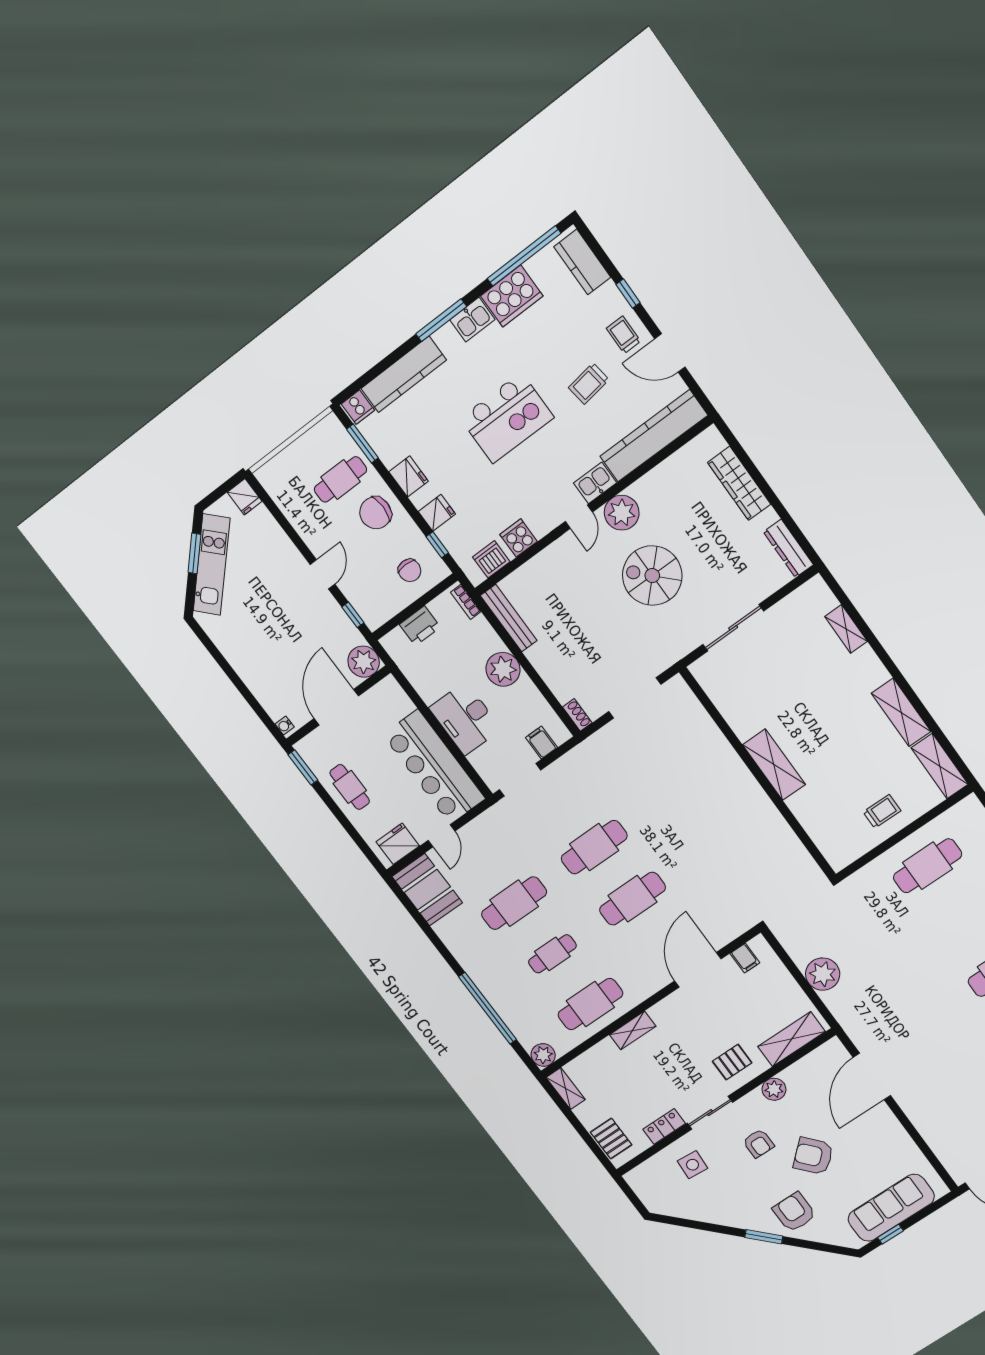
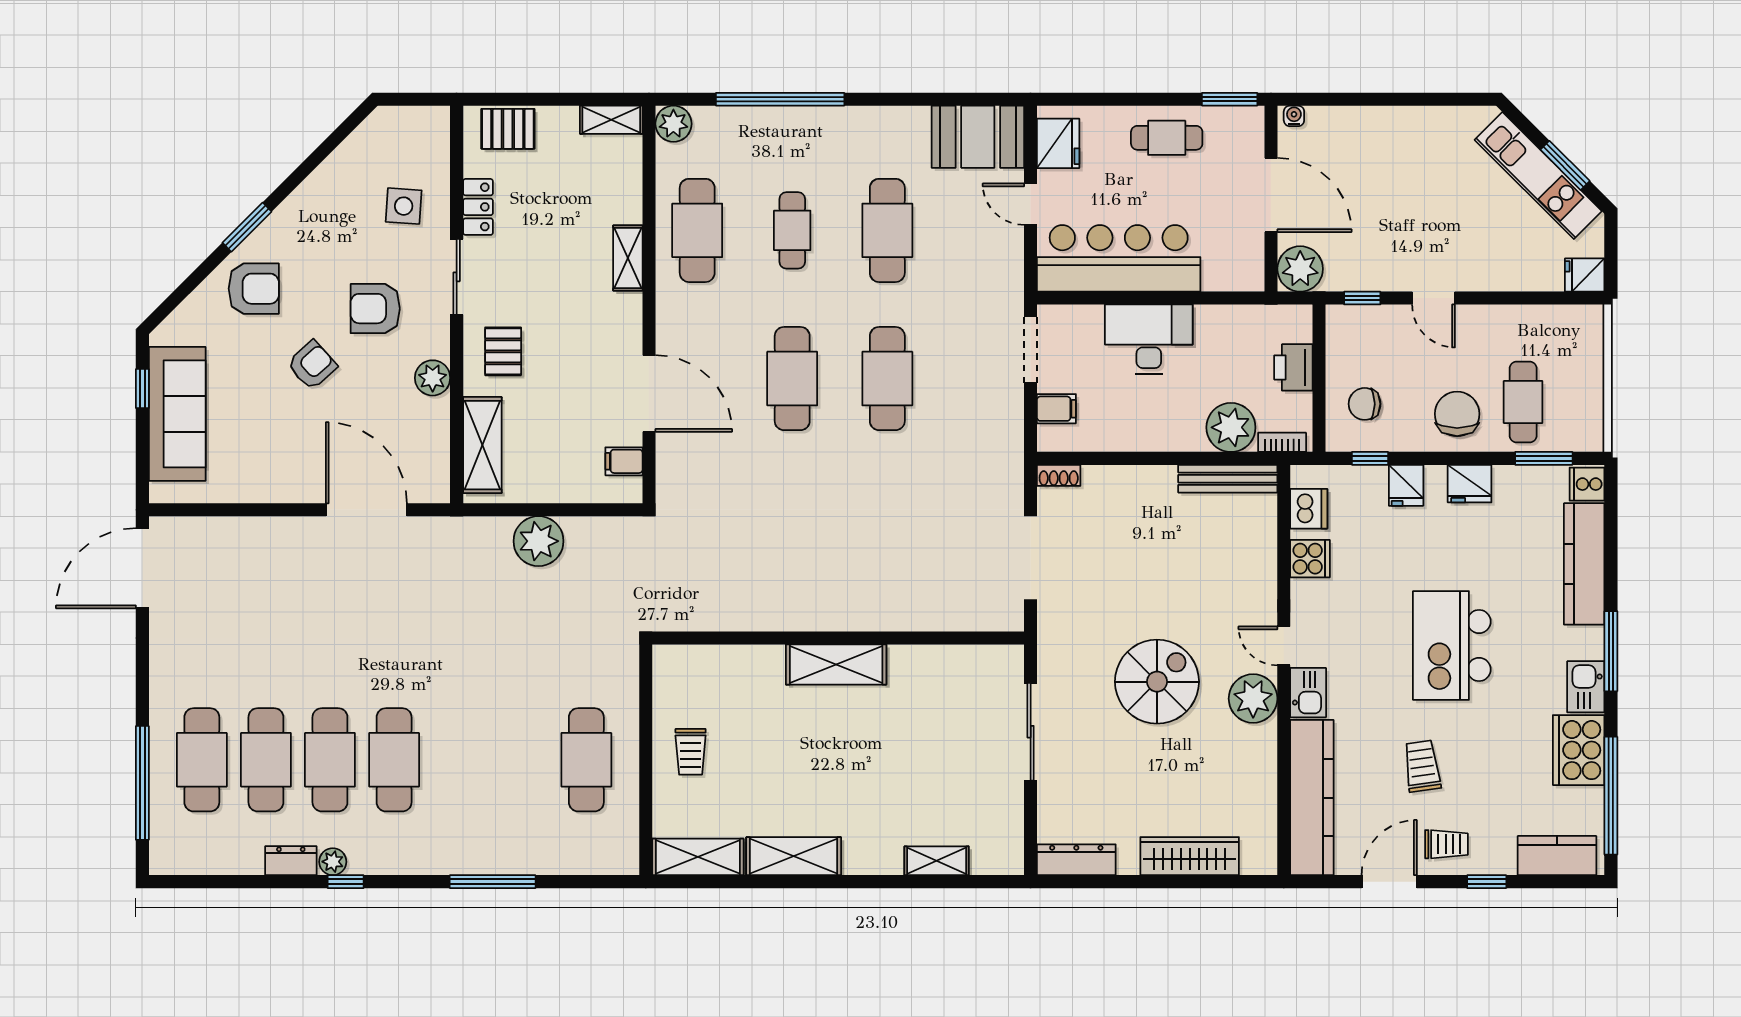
plant: (503, 669) -> (1231, 427), moved
armchair: (758, 1143) -> (375, 309), width x1.38, depth x1.38
armchair: (813, 1156) -> (312, 365), width x0.72, depth x0.72

